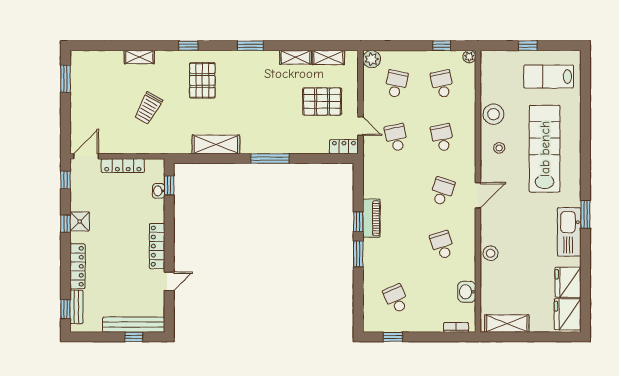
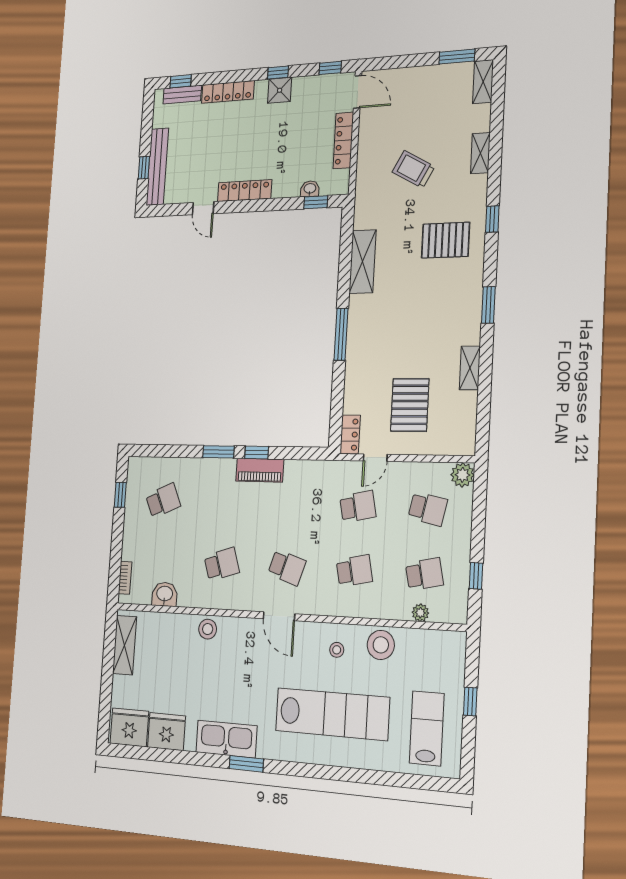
shelving: (328, 57) -> (483, 82), moved
plant: (469, 57) -> (420, 613), moved

